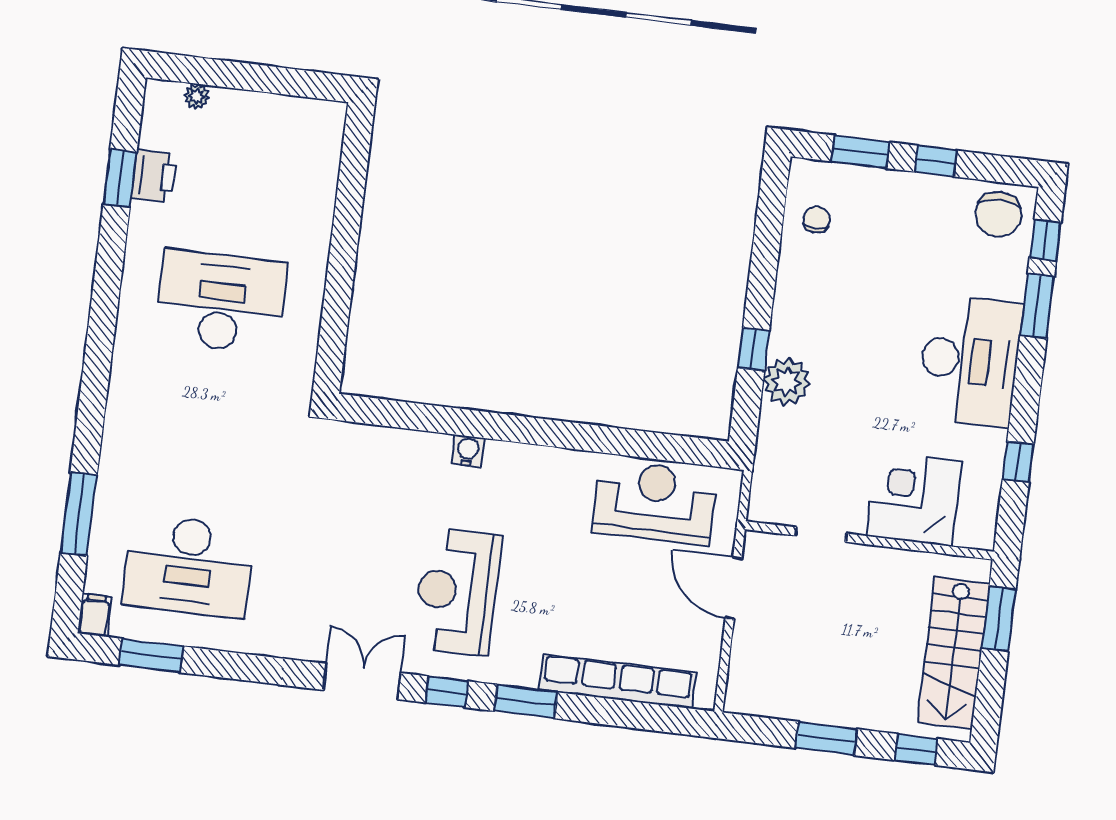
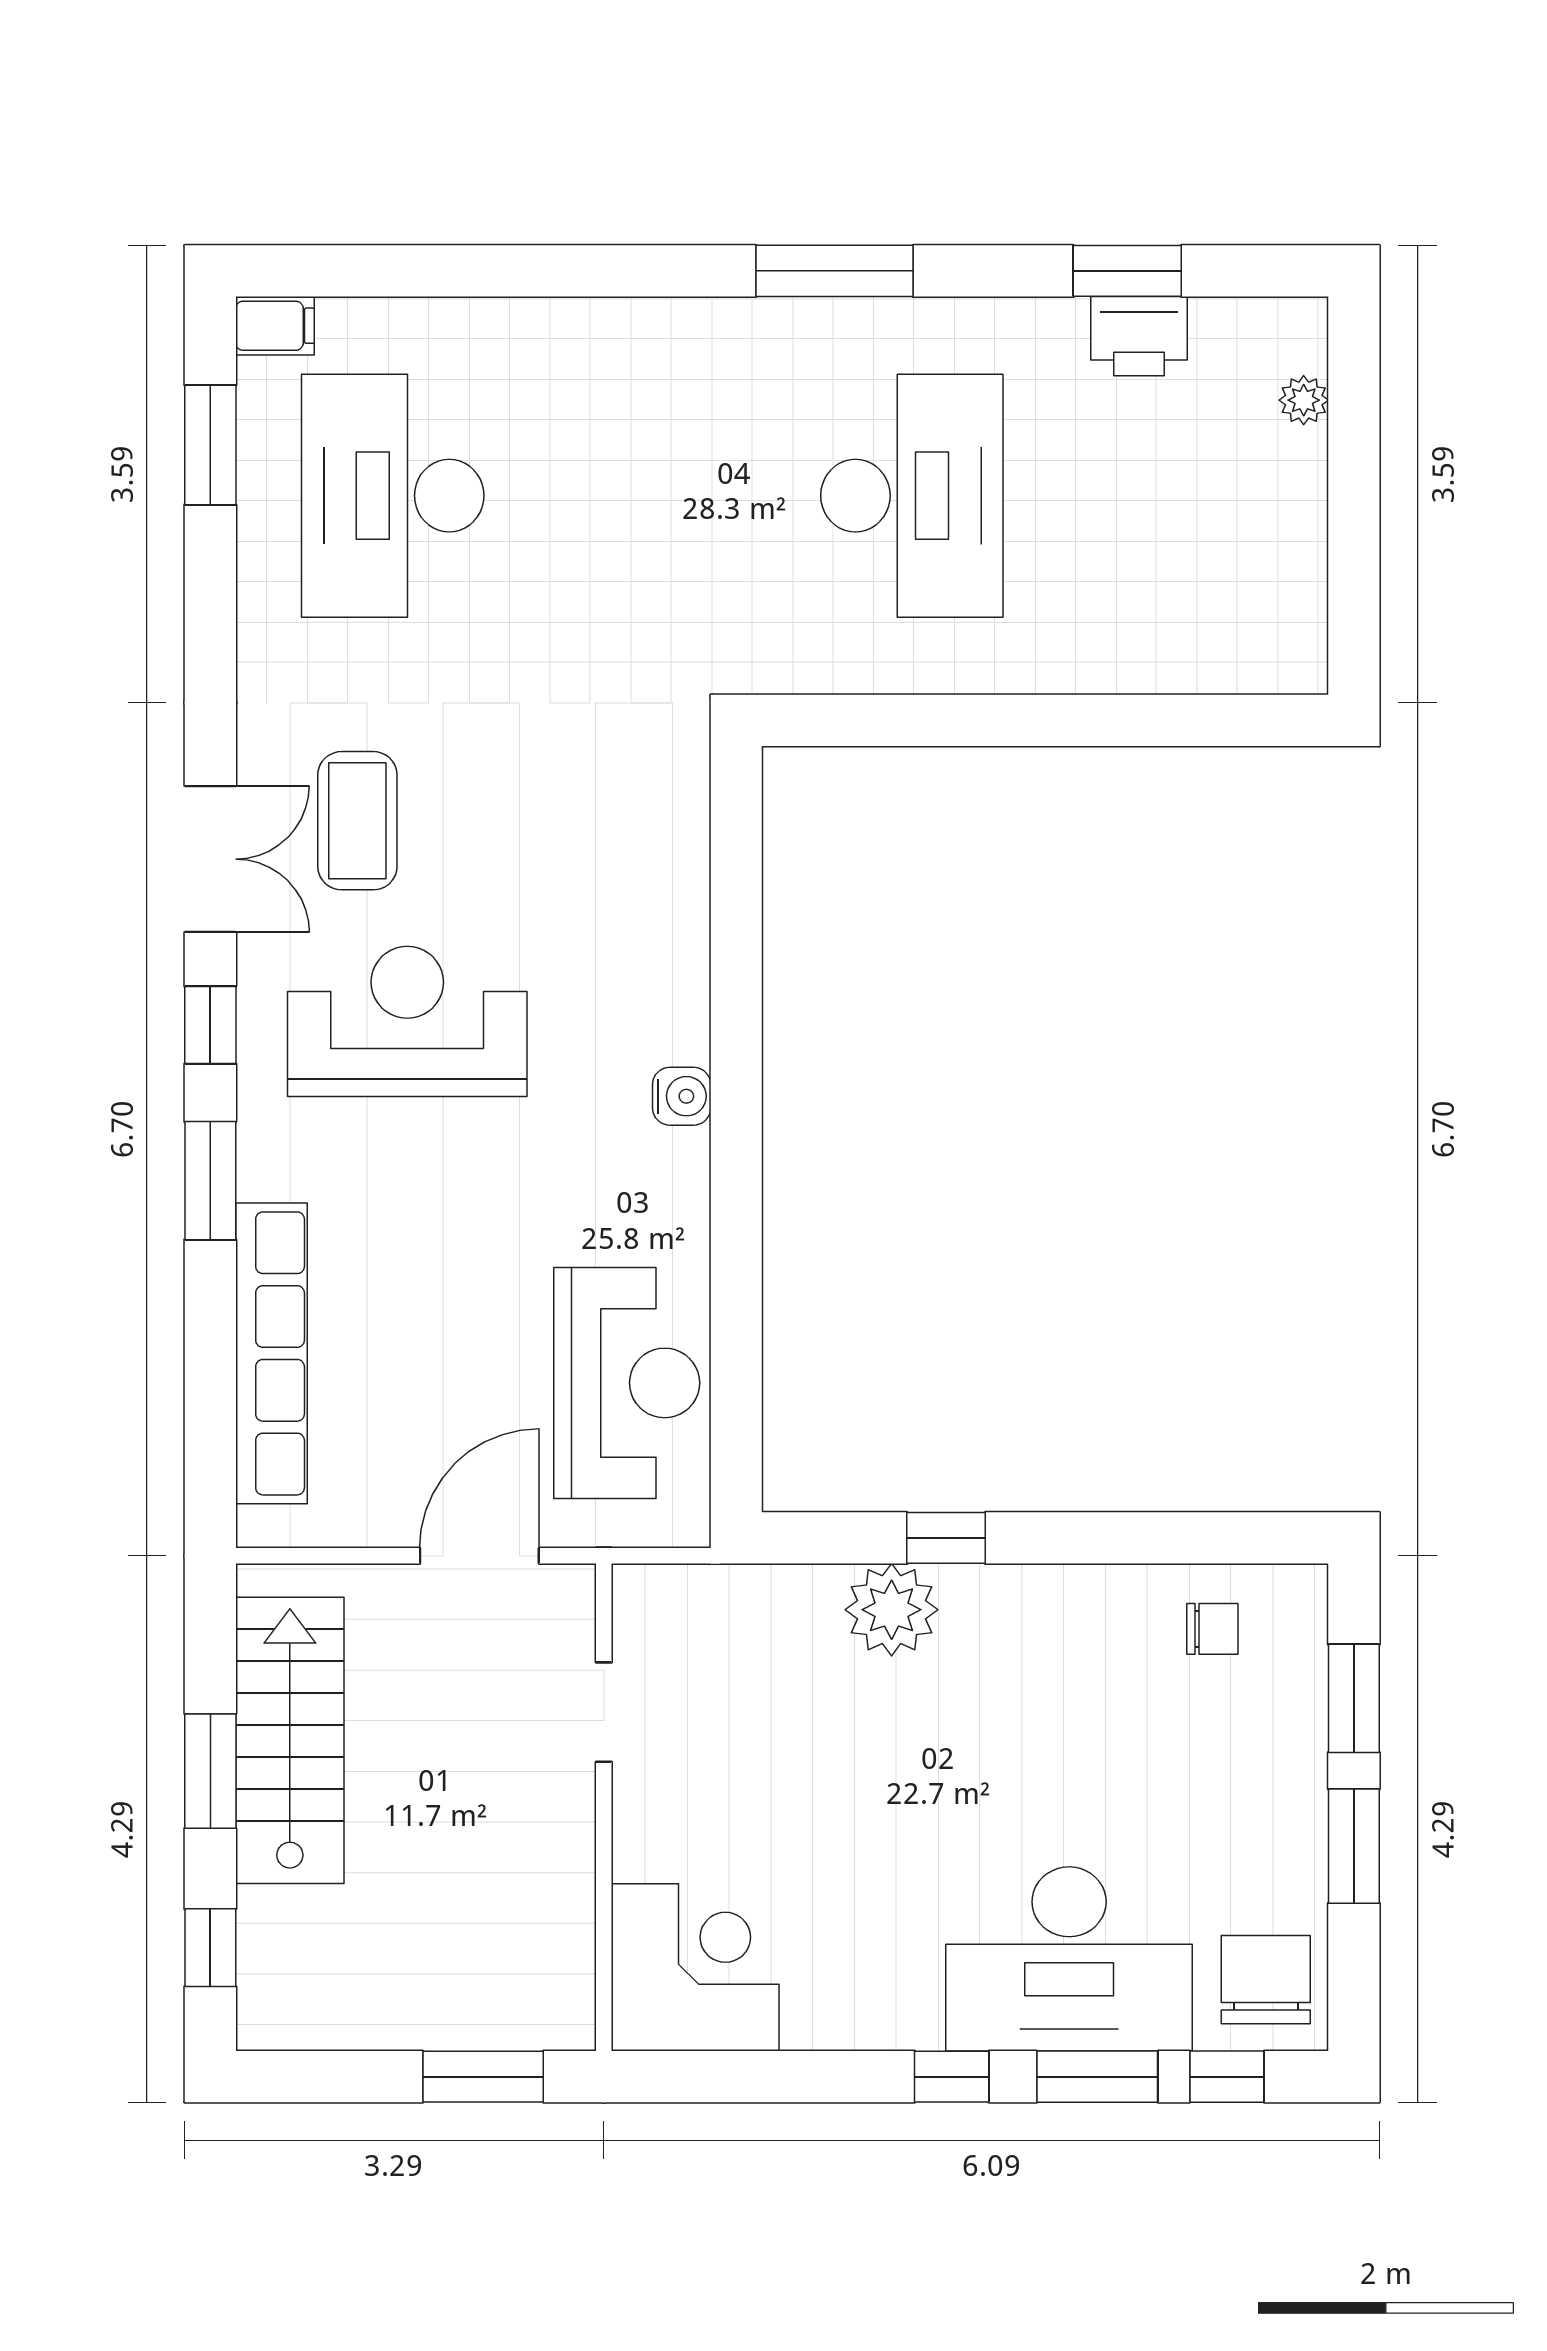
window: (936, 161) -> (1354, 1846), width x1.50
chair: (998, 214) -> (1266, 1980), turned 90
desk: (970, 361) -> (1069, 1959), moved
water cooler: (468, 451) -> (682, 1096), moved
window: (1018, 462) -> (952, 2077), moved
corner desk: (914, 499) -> (695, 1967), moved
window: (79, 514) -> (834, 271), moved
coffee table: (352, 604) -> (357, 821), added
stairs: (954, 653) -> (290, 1740), moved, turned 90

